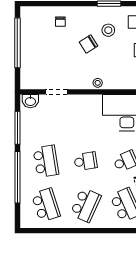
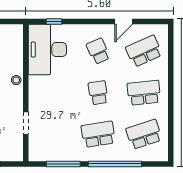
washbasin: (30, 101) -> (35, 150), removed
school desk: (86, 205) -> (144, 93), turned -30

